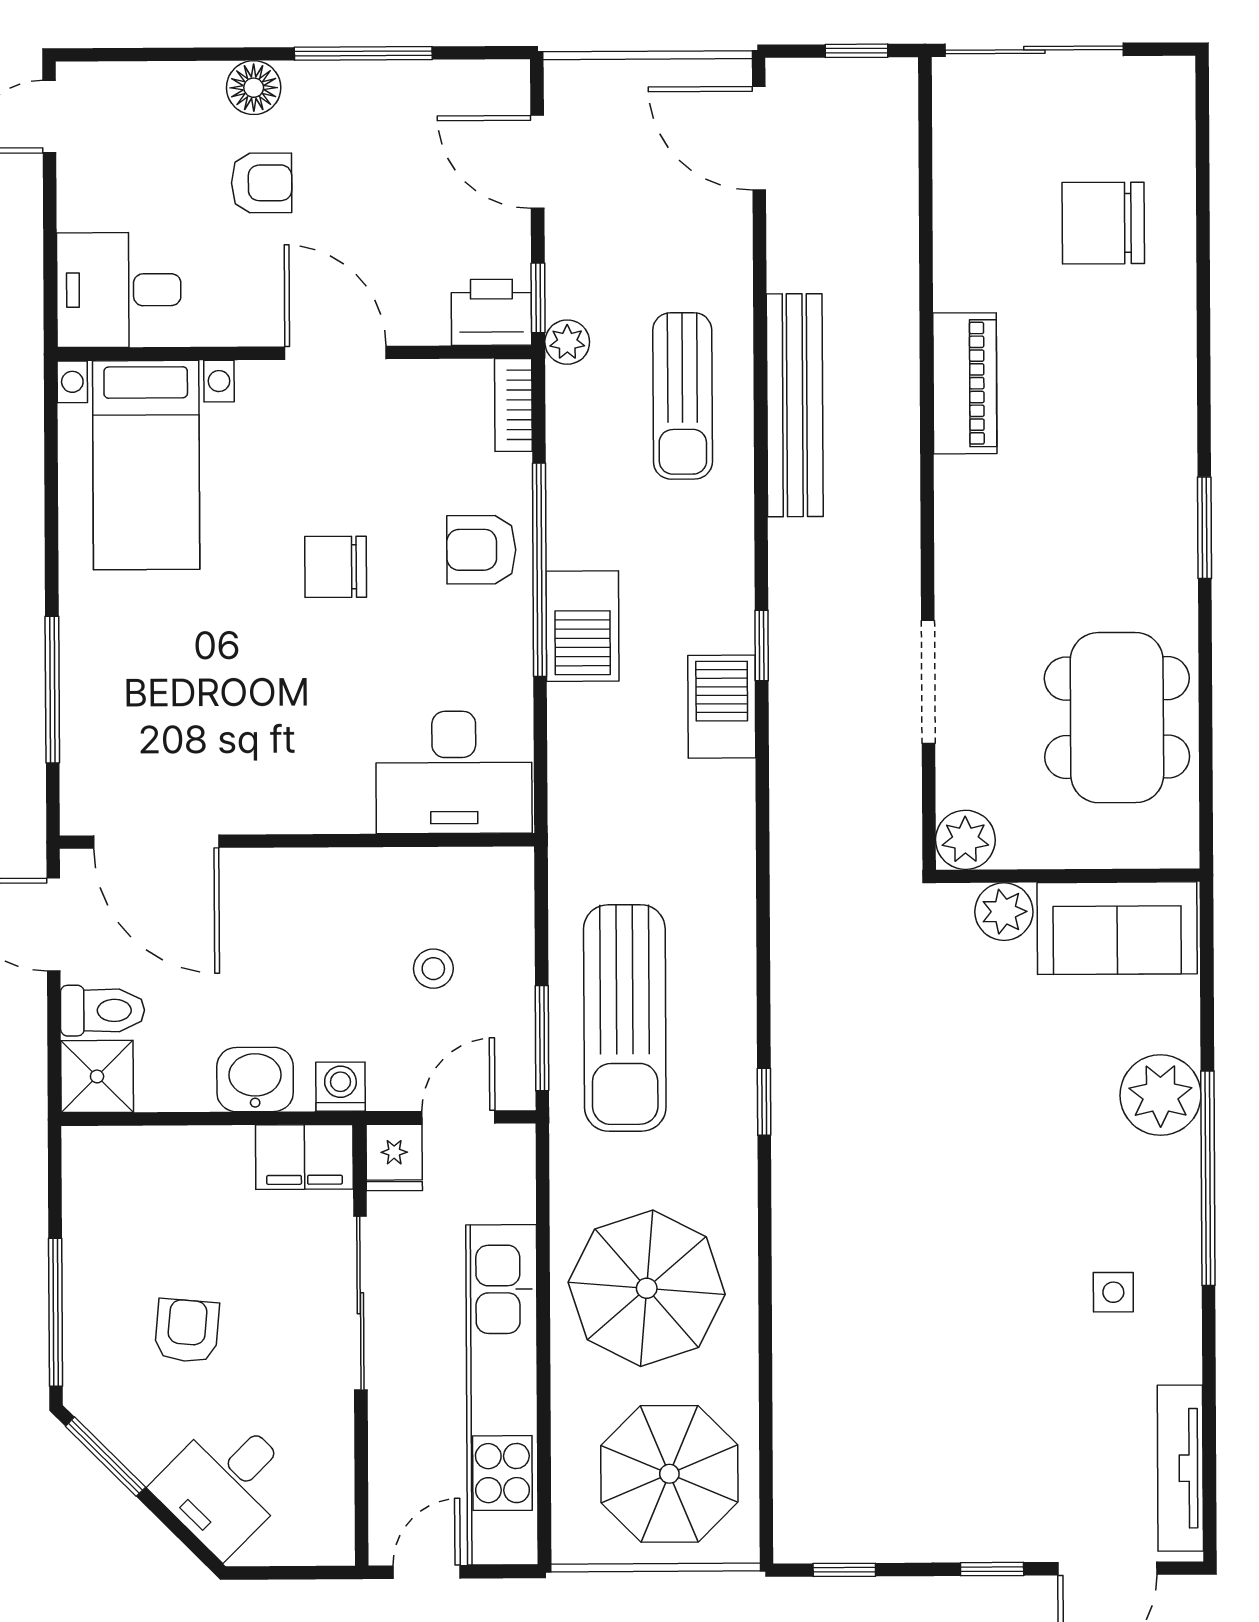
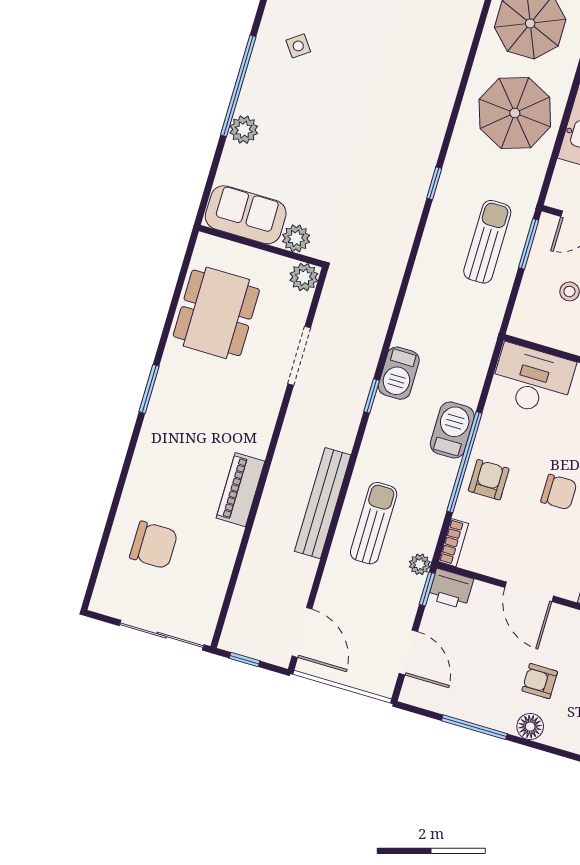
armchair: (481, 550) -> (489, 480), turned -90
sun lounger: (625, 1018) -> (487, 242), width x0.73, depth x0.75
plant: (1160, 1095) -> (244, 130), width x0.73, depth x0.73
side table: (1113, 1292) -> (298, 46), turned -36

